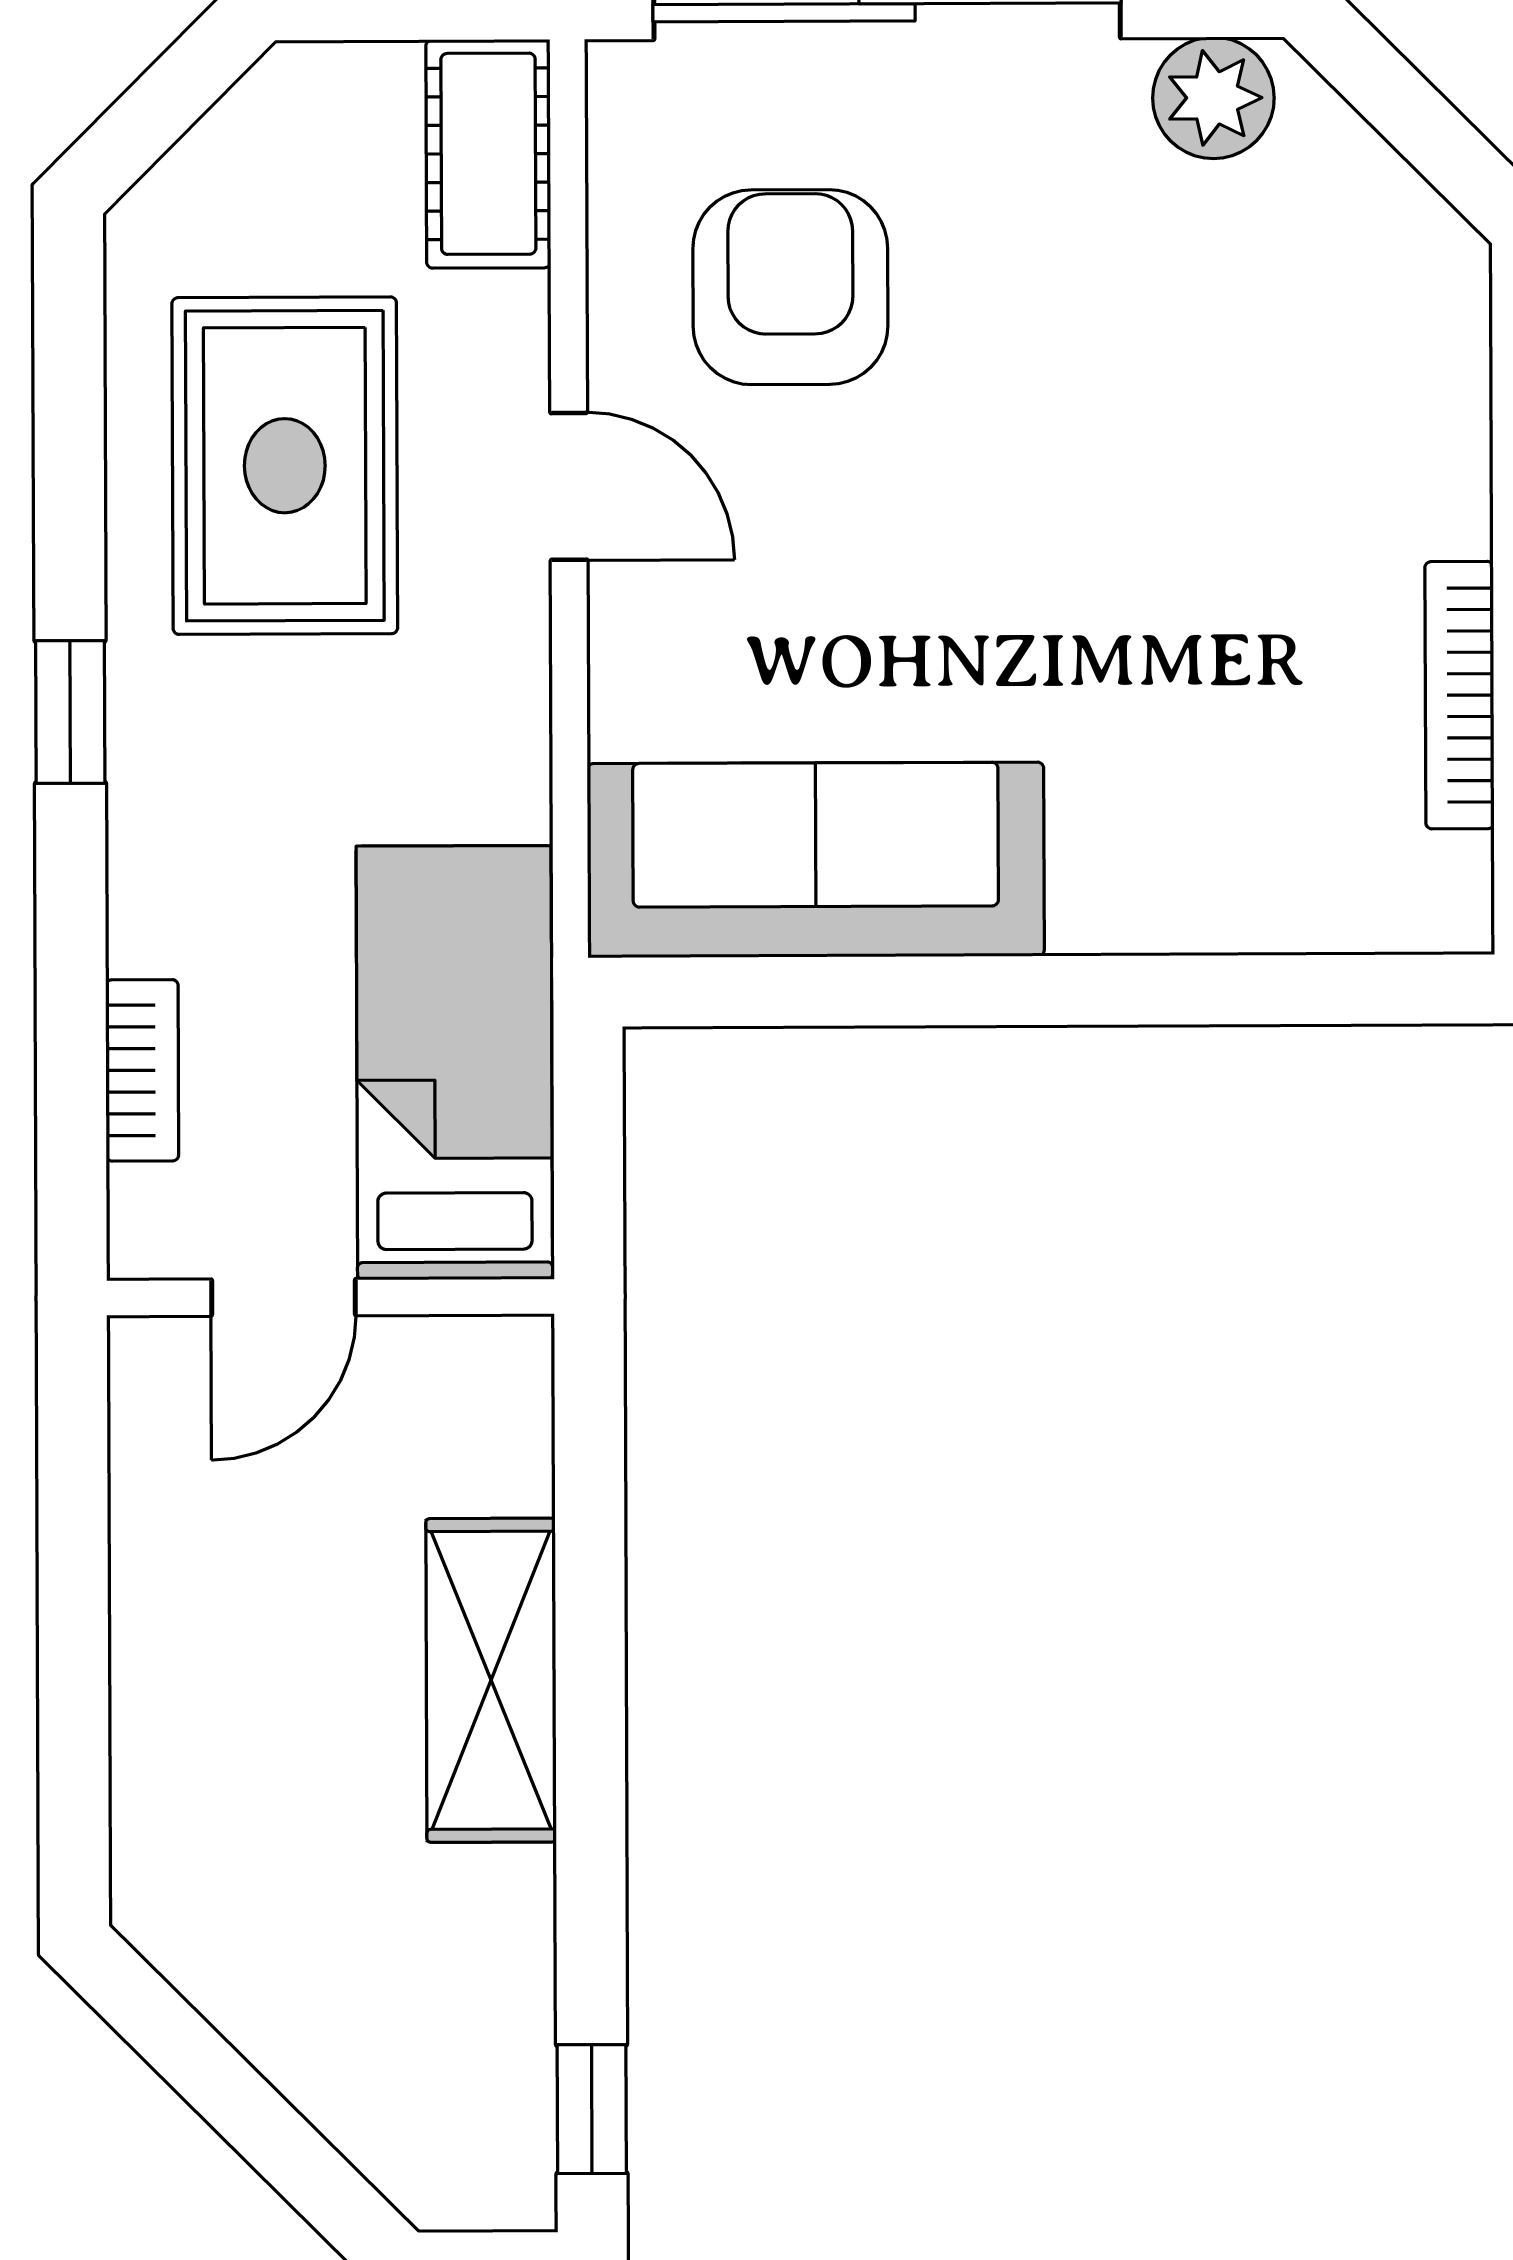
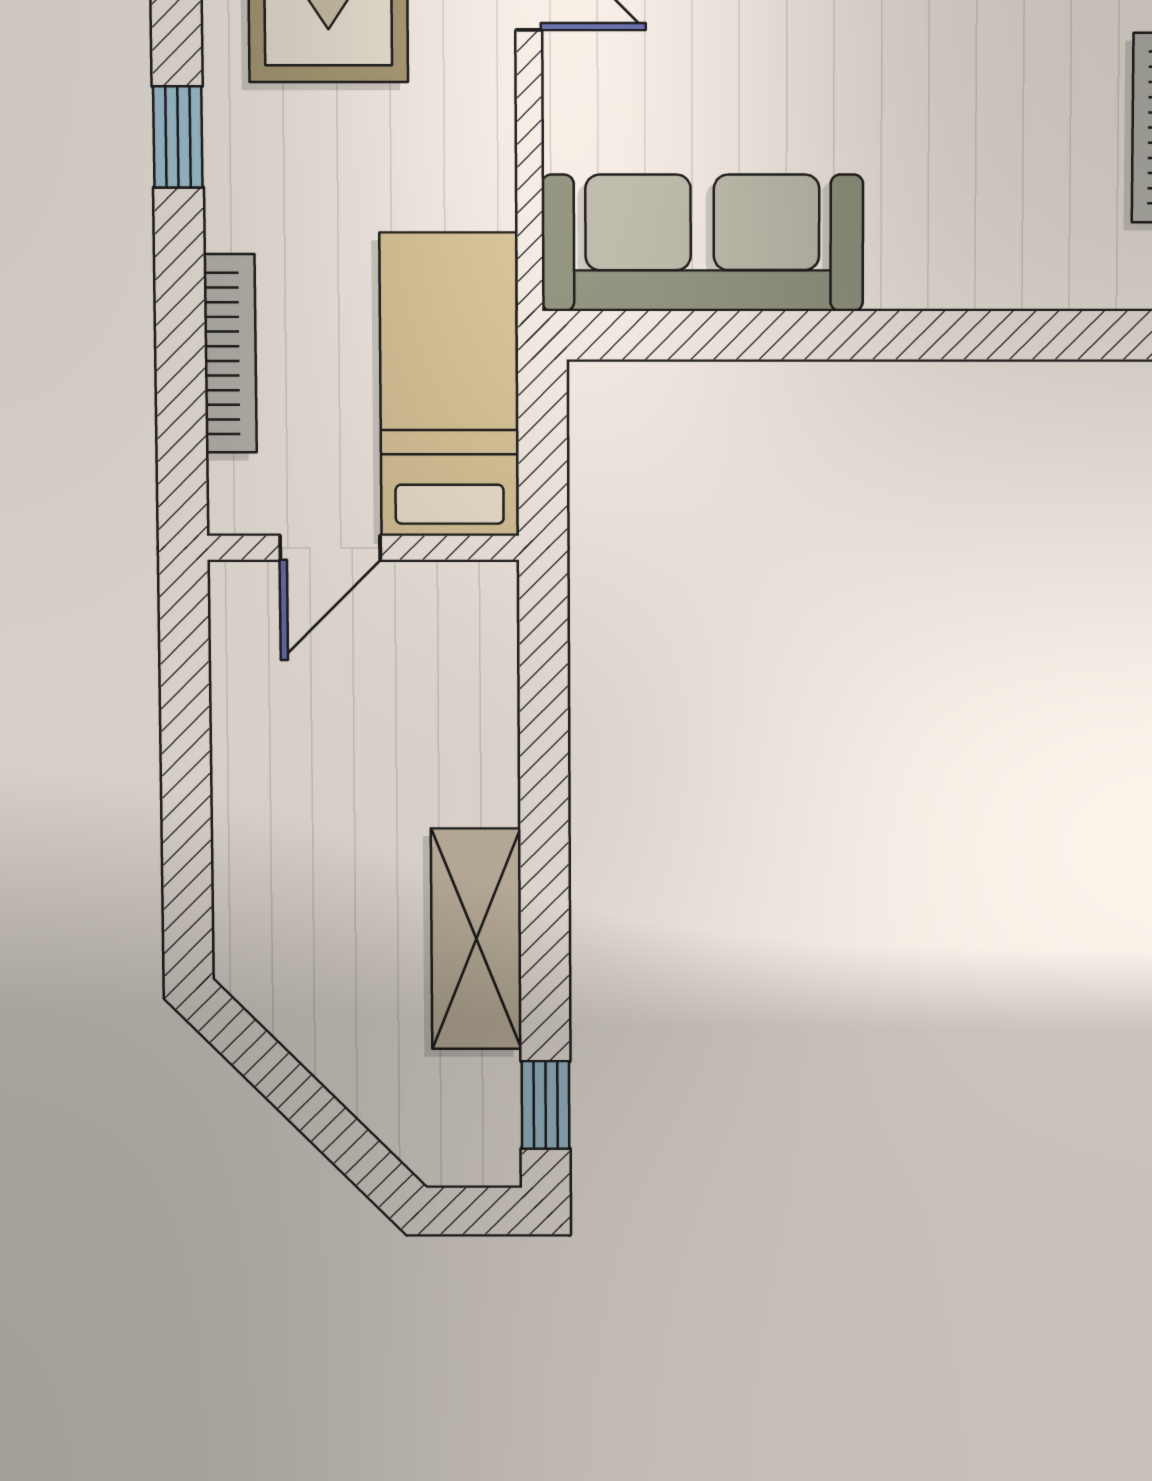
bookcase: (142, 1070) -> (230, 353), width x1.56
shelving: (491, 1680) -> (476, 939), moved

